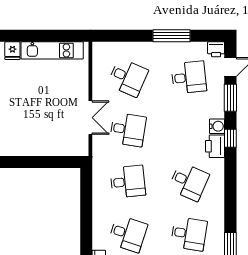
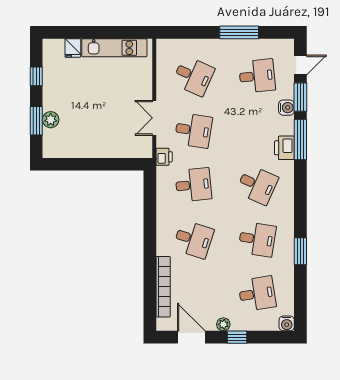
printer: (216, 49) -> (164, 157), moved, turned -90
double door: (90, 118) -> (154, 118), swing flipped
water cooler: (217, 126) -> (286, 108), moved
window: (230, 138) -> (300, 139), width x2.17

